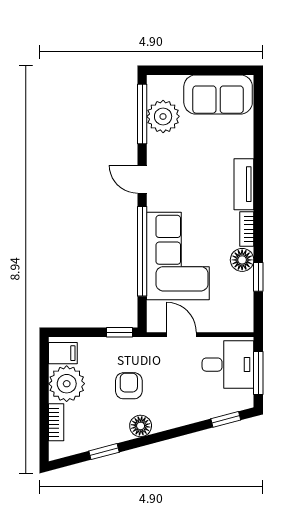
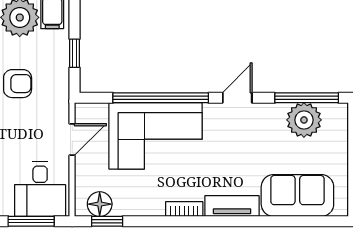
sofa: (218, 94) -> (297, 195), moved, turned 90
floor lamp: (242, 260) -> (100, 204), moved
window: (258, 277) -> (107, 221), moved
window: (120, 332) -> (74, 53), moved

